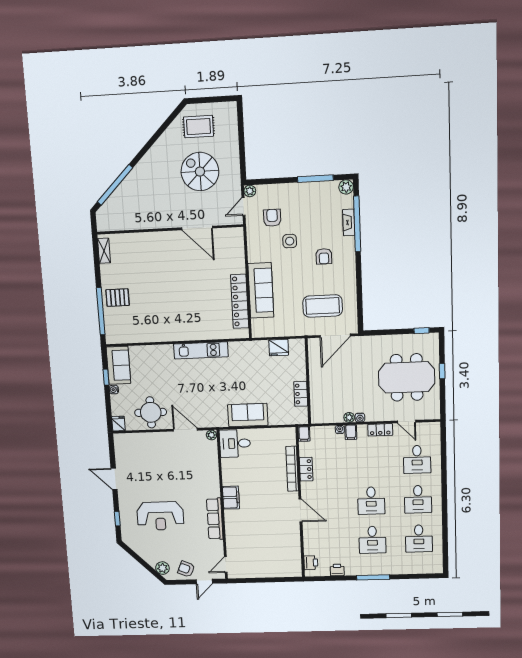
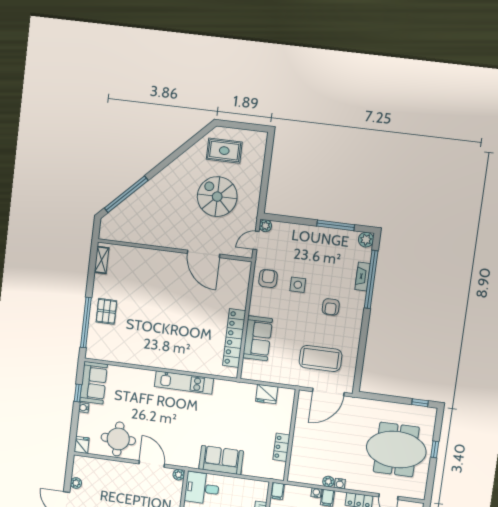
armchair: (272, 218) -> (268, 278), moved
sofa: (261, 290) -> (258, 338), width x0.73
pallet: (118, 298) -> (106, 311), turned 90
plant: (120, 459) -> (76, 483), added

